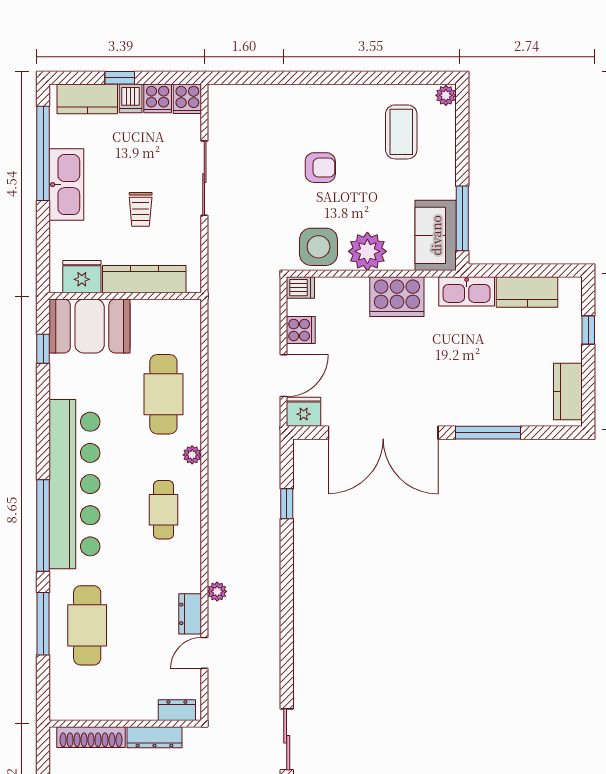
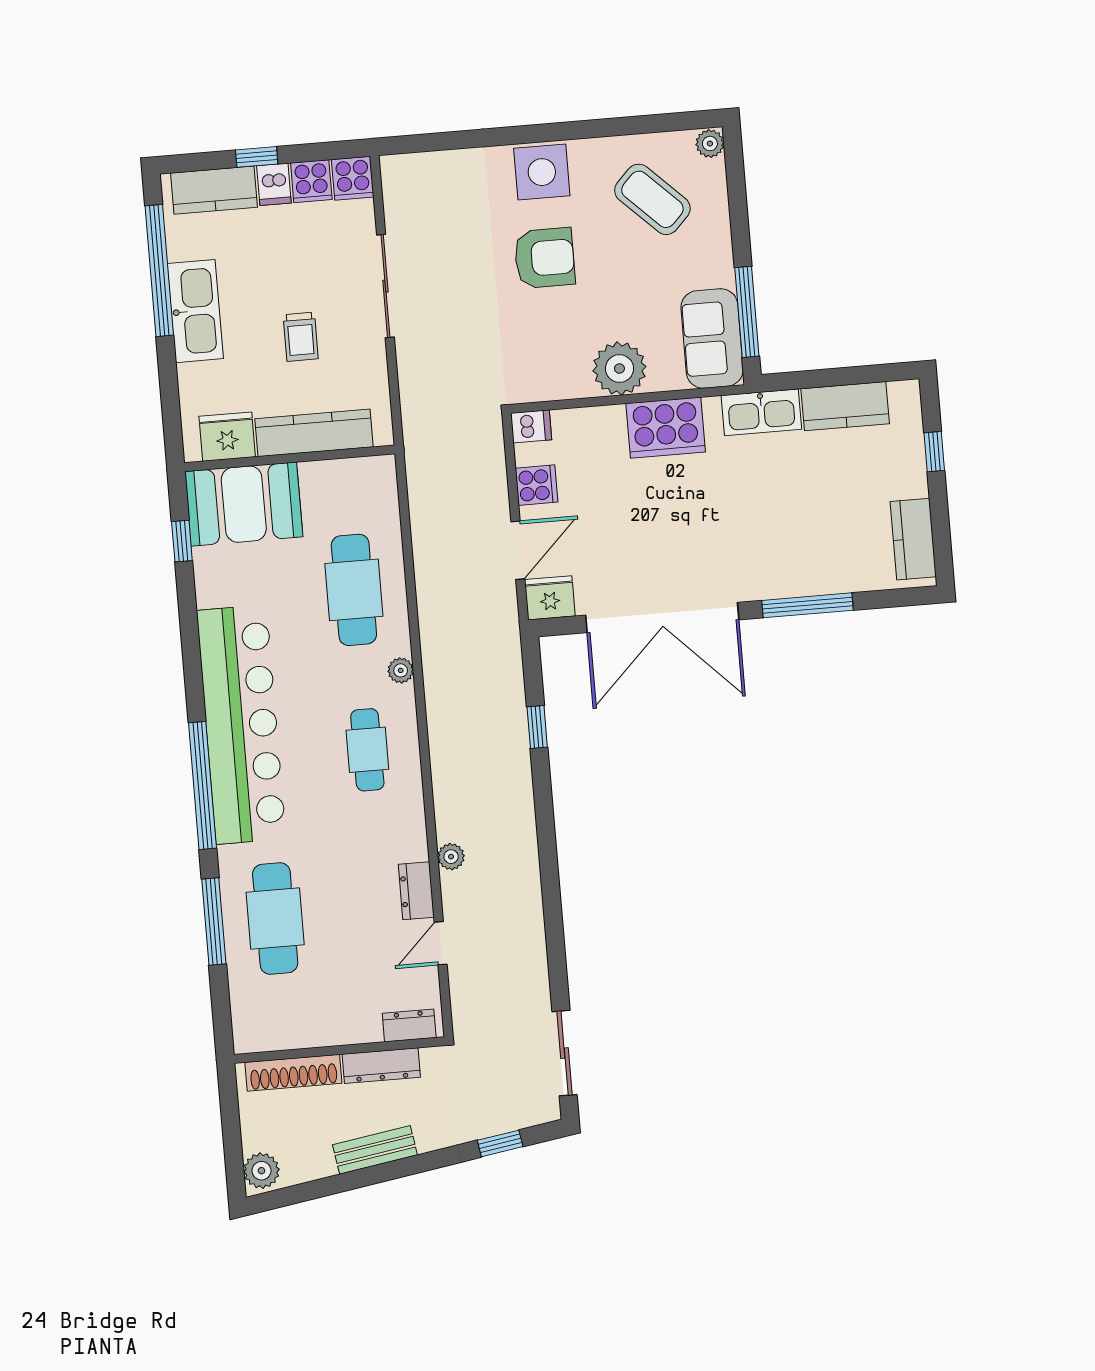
coffee table: (401, 132) -> (652, 199), turned -46
armchair: (320, 168) -> (545, 258), width x1.38, depth x1.38
side table: (319, 247) -> (542, 172), moved

